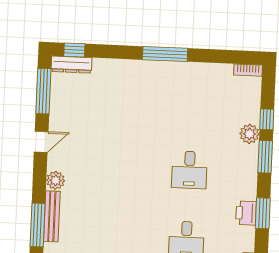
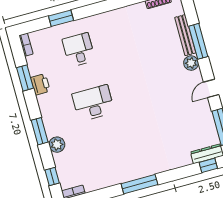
window: (267, 119) -> (52, 177), moved
desk: (189, 170) -> (93, 103), width x1.37
window: (263, 213) -> (25, 78), moved
window: (38, 225) -> (198, 41), moved

